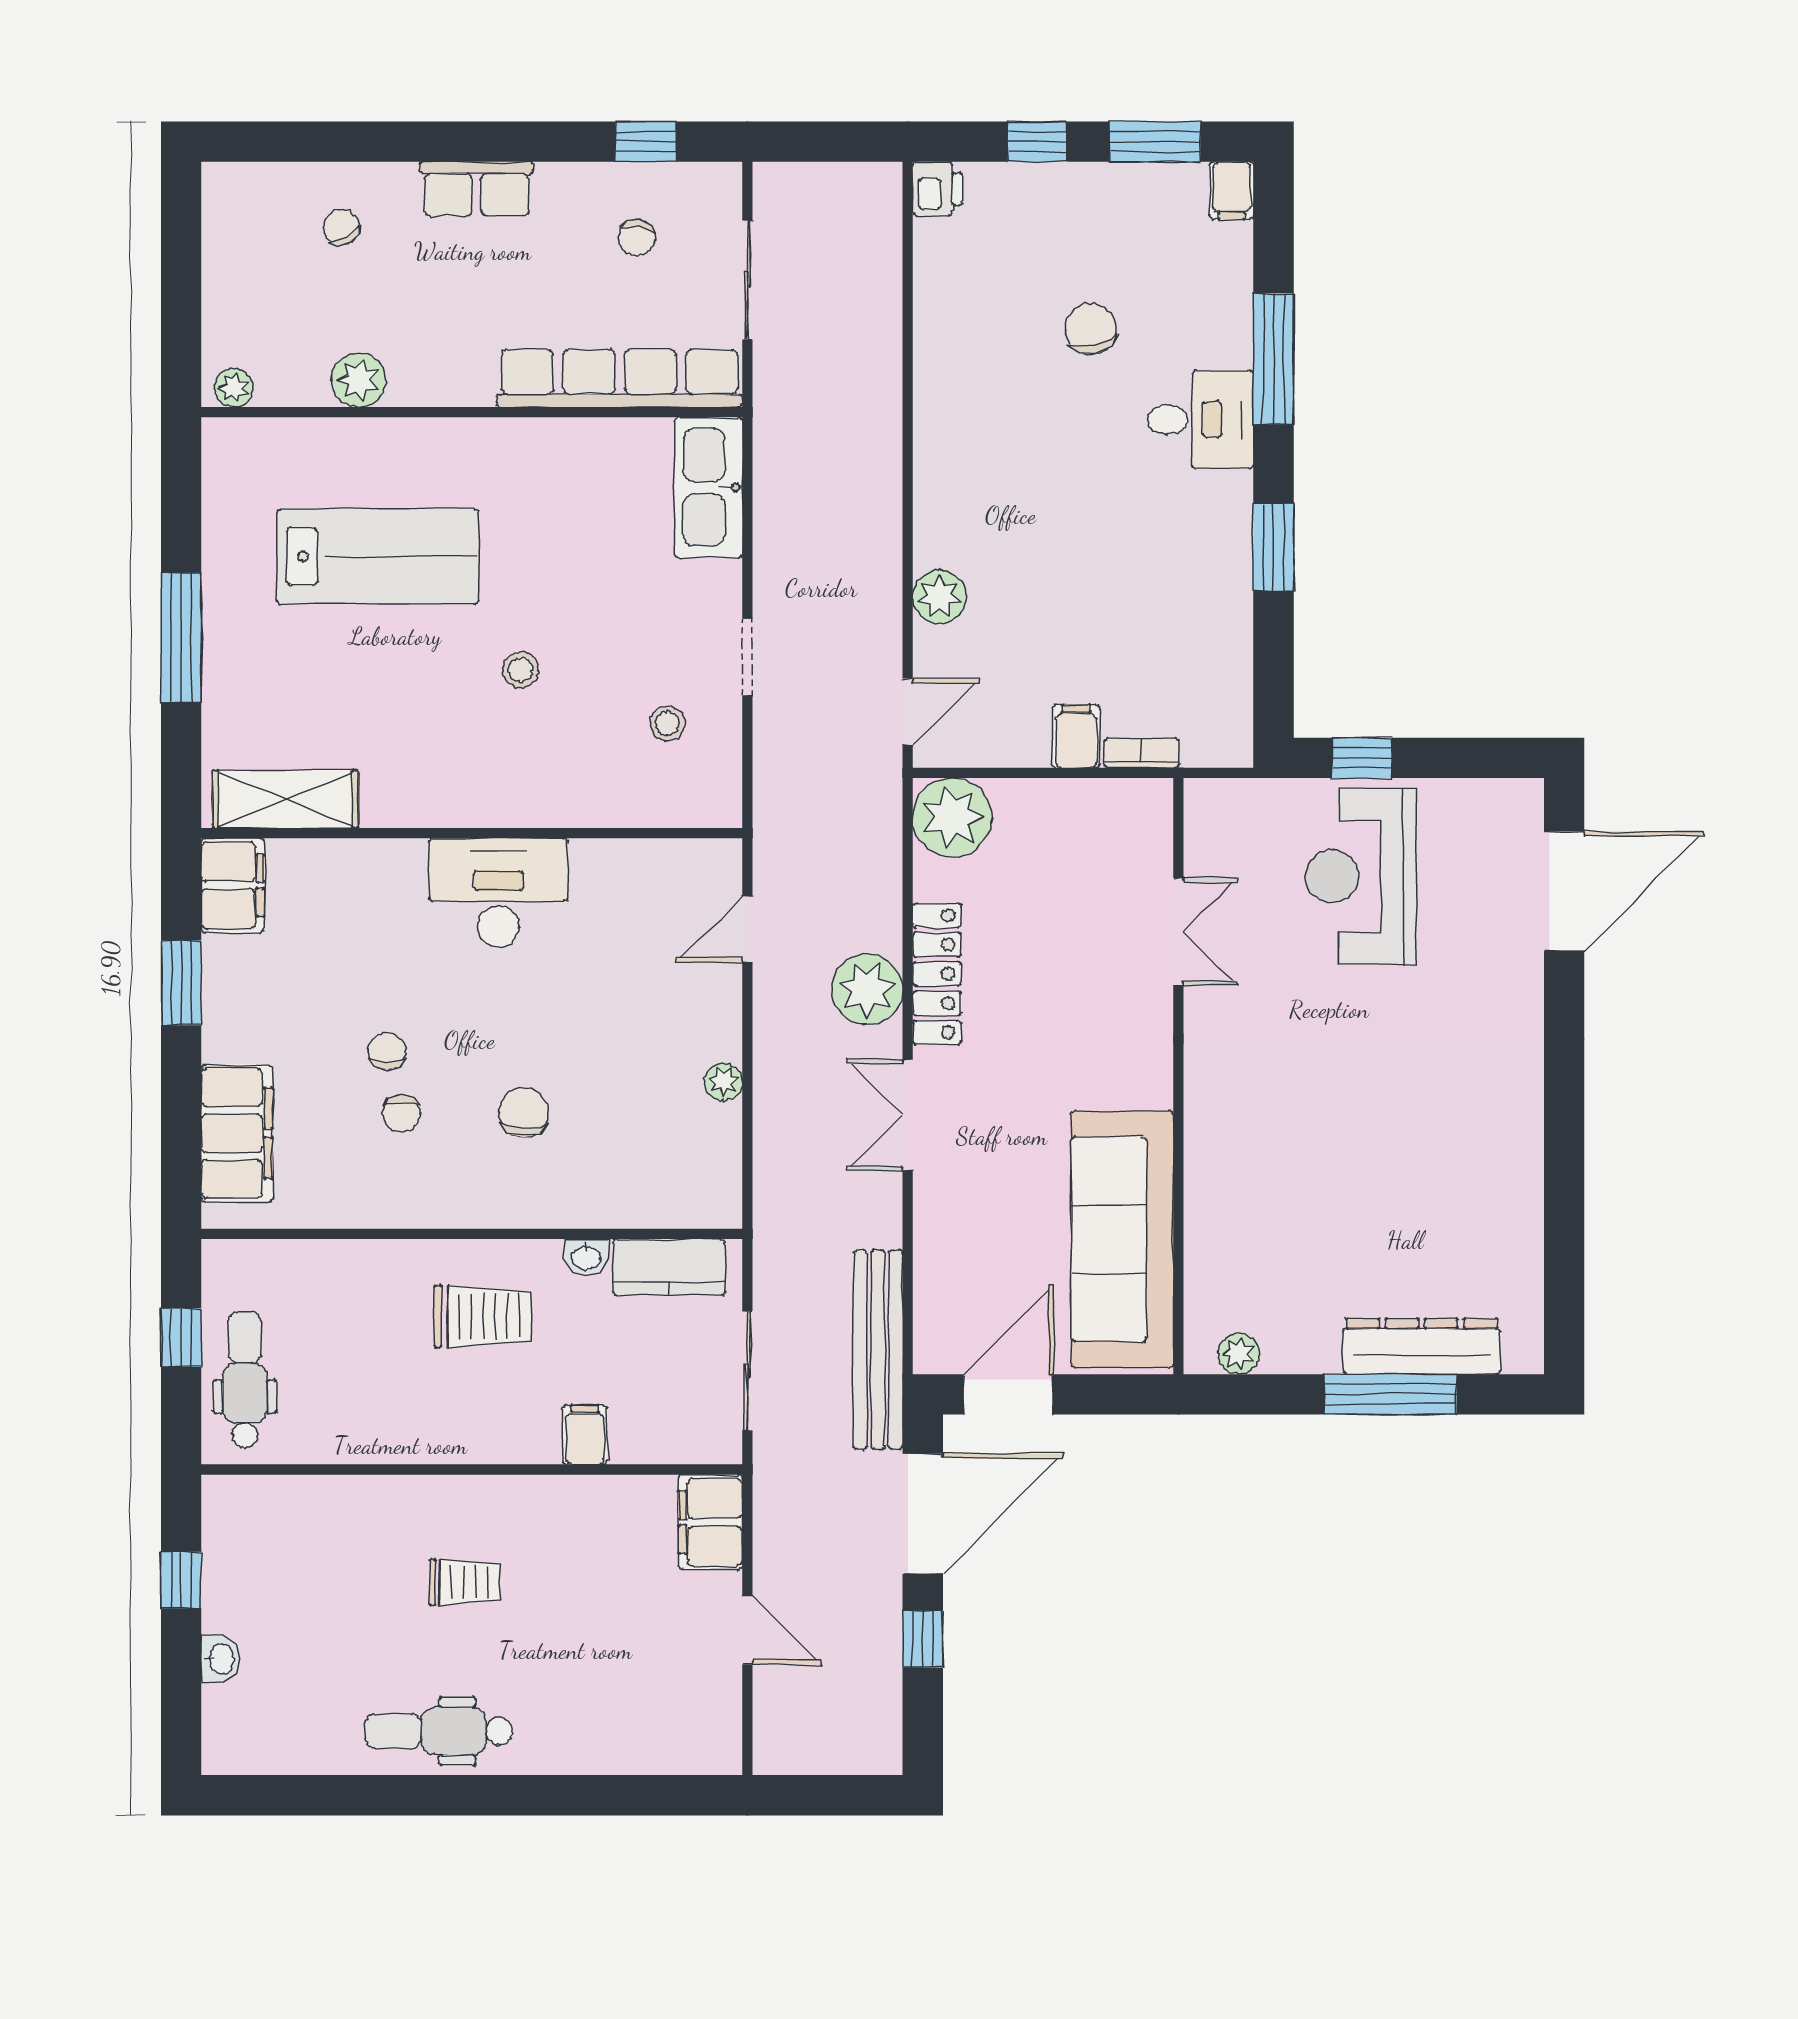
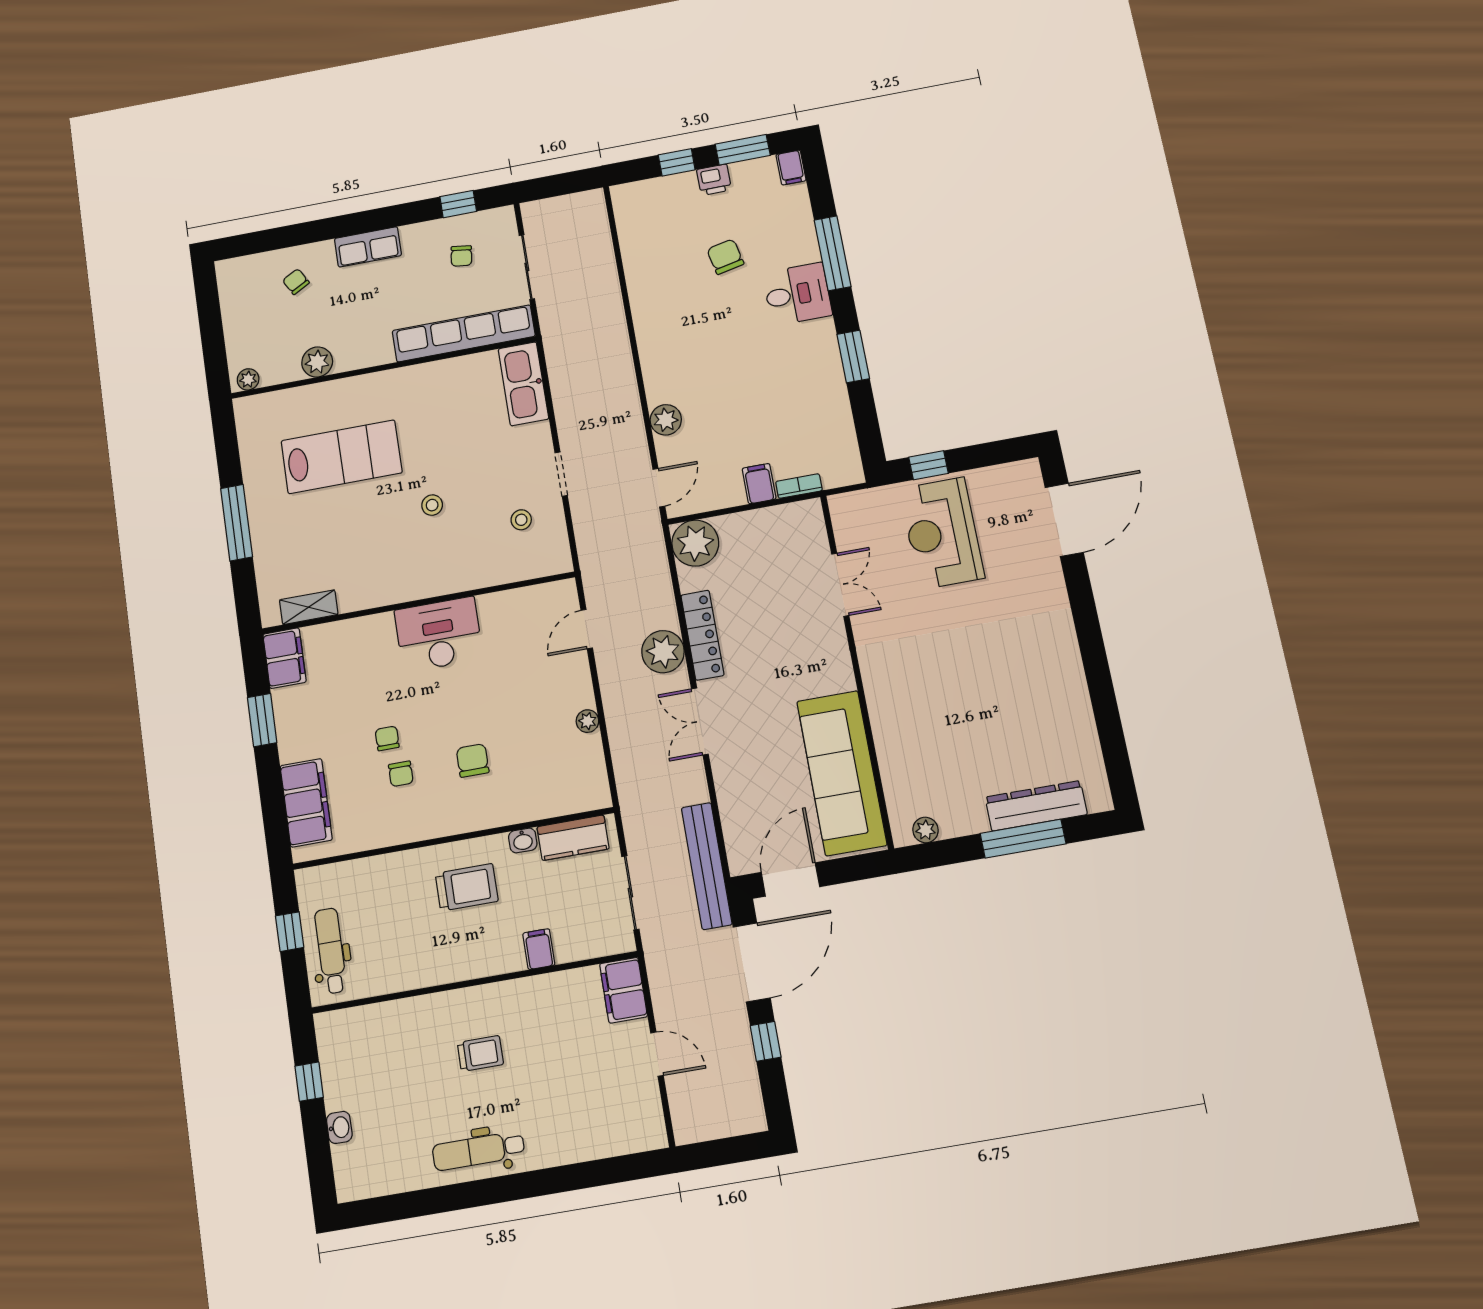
printer: (937, 189) -> (714, 180), moved, turned 90
shelving: (285, 799) -> (309, 607), width x0.67, depth x0.75

